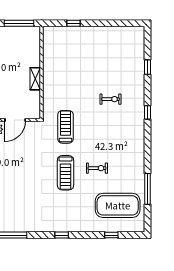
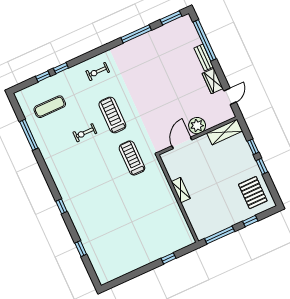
exercise bike: (111, 99) -> (98, 72), moved
treadmill: (65, 127) -> (132, 158), turned 180
exercise mat: (118, 205) -> (50, 107), width x0.50, depth x0.69
window: (62, 235) -> (61, 68), moved

